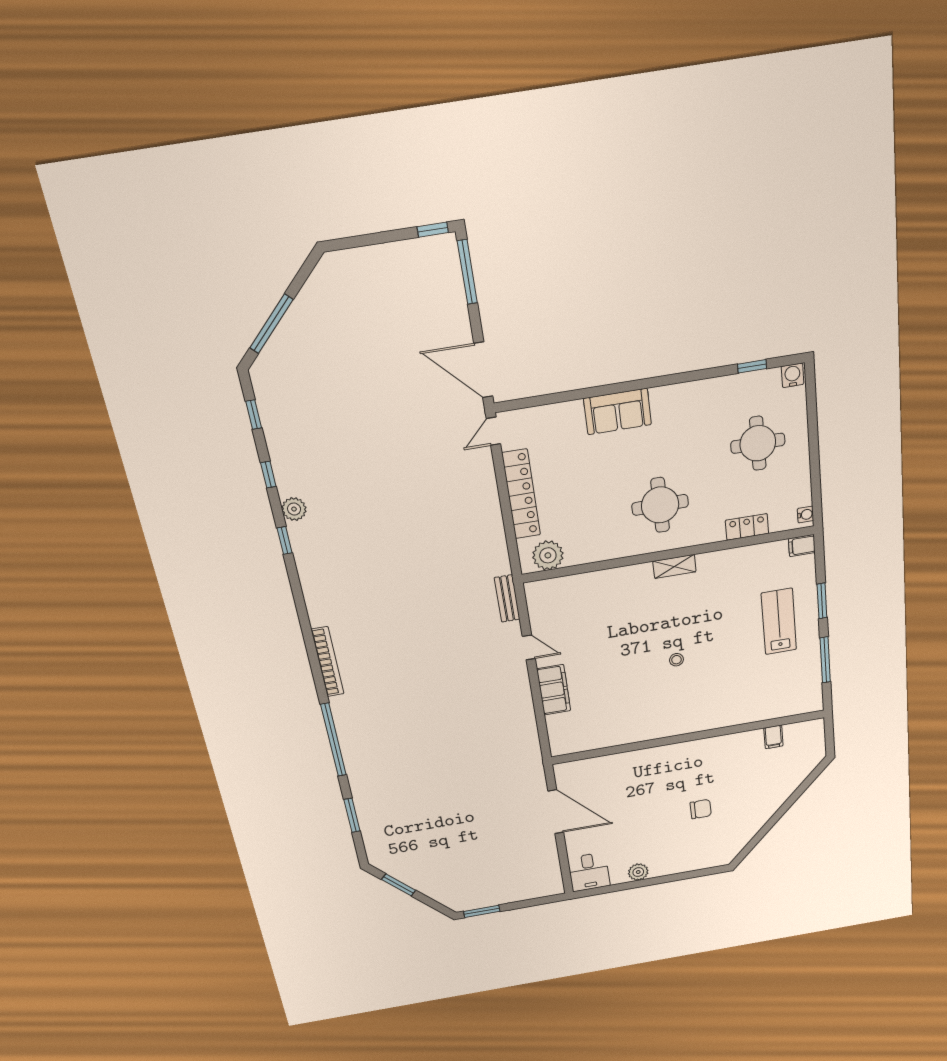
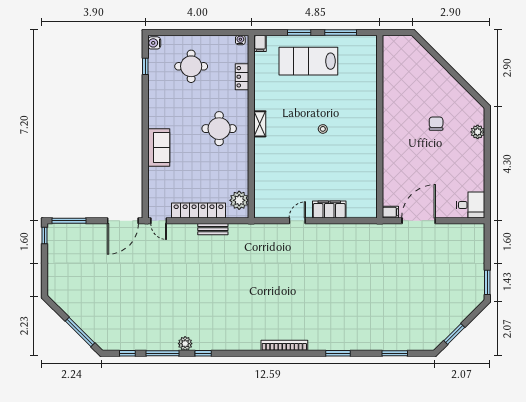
window: (268, 475) -> (163, 353), width x2.17
bench: (507, 598) -> (213, 229), moved
lab bench: (779, 621) -> (308, 61), width x1.36, depth x1.39
filing cabinet: (773, 737) -> (390, 212), moved
window: (333, 740) -> (338, 353), width x0.47
plant: (638, 872) -> (478, 132), moved

